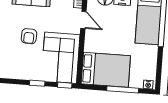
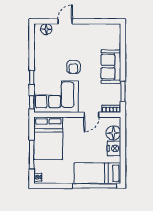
armchair: (29, 36) -> (73, 67), turned -93

